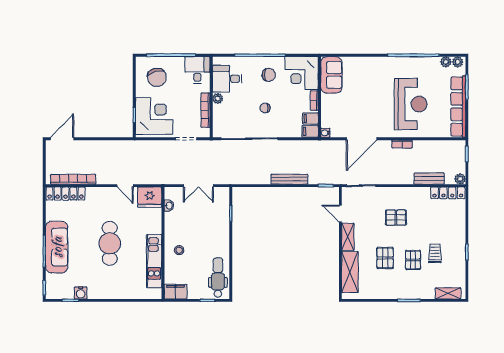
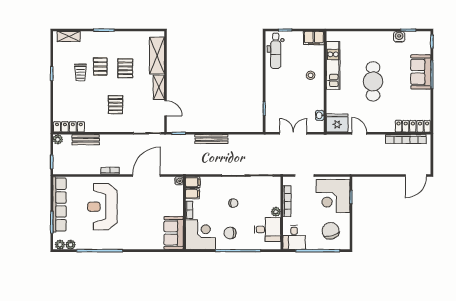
pallet: (396, 218) -> (116, 105), turned 90
sofa: (57, 247) -> (421, 72), width x0.73

